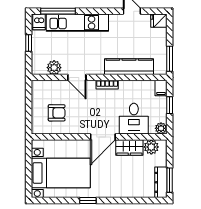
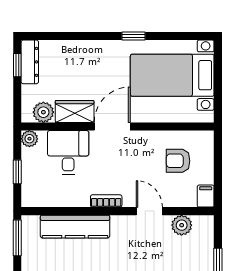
filing cabinet: (161, 88) -> (206, 196), moved
window: (170, 180) -> (17, 65), width x0.67

